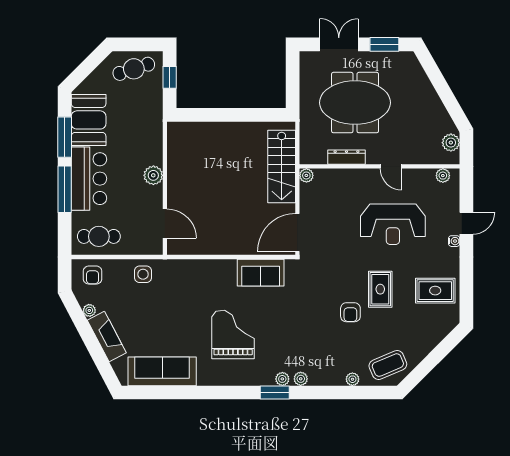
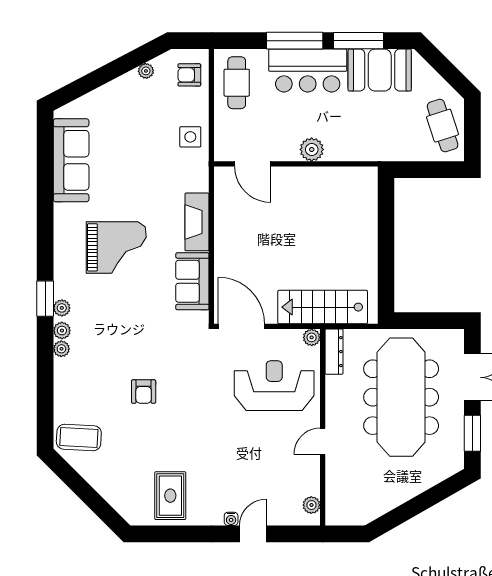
window: (170, 77) -> (432, 170), removed
meeting table: (355, 103) -> (401, 397), width x1.36
plant: (451, 143) -> (352, 515), removed
dresser: (346, 157) -> (334, 352), moved
door: (466, 223) -> (253, 534), swing flipped
door: (165, 224) -> (253, 164), hinge flipped
reception desk: (393, 224) -> (274, 386), moved, turned 90
rug: (380, 289) -> (172, 428), removed
armchair: (350, 312) -> (144, 392), turned -90
fireplace: (107, 336) -> (197, 222), moved, turned 118
coffee table: (388, 365) -> (79, 437), turned -64
plant: (352, 379) -> (61, 349), moved

